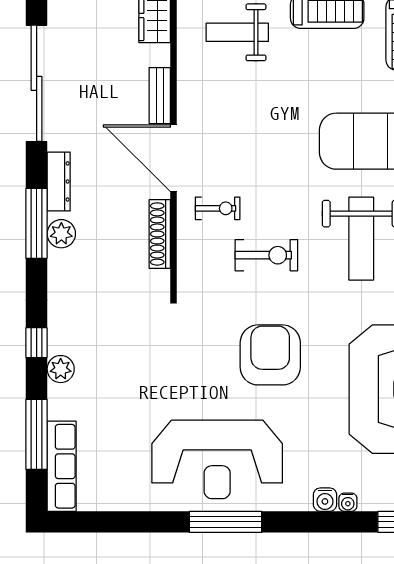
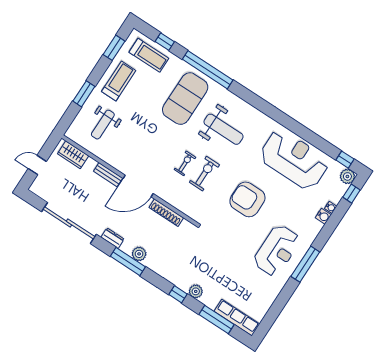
dresser: (59, 181) -> (113, 238), width x0.70
exercise bike: (218, 208) -> (185, 163), moved
reception desk: (217, 459) -> (277, 250), width x0.74, depth x0.77

